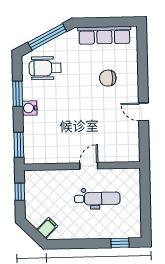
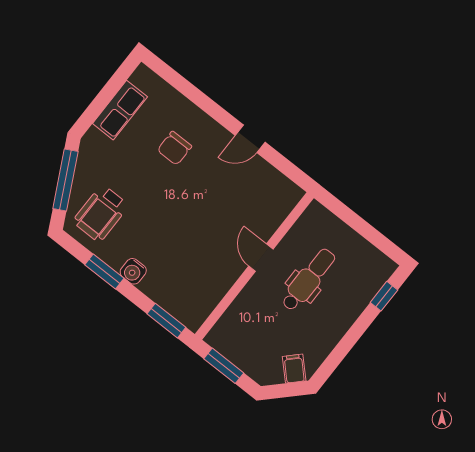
row of seats: (104, 35) -> (120, 110), width x0.68
window: (20, 192) -> (224, 366), width x1.50

